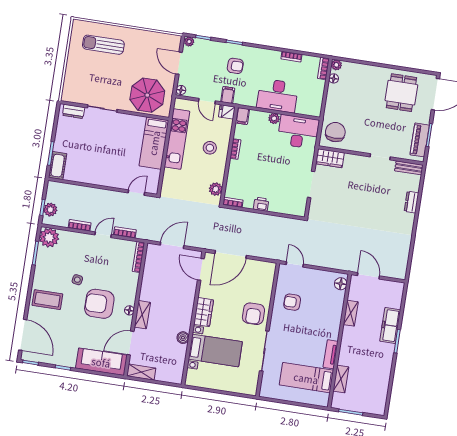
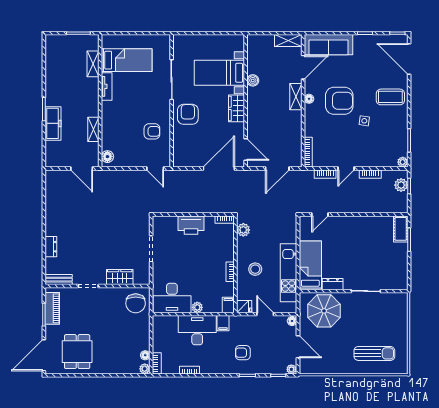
filing cabinet: (228, 95) -> (223, 323), moved
dresser: (73, 111) -> (333, 284), moved
wardrobe: (330, 158) -> (120, 277), moved
printer: (261, 204) -> (191, 225), width x1.87, depth x1.48
plant: (49, 238) -> (403, 162), width x0.53, depth x0.53

